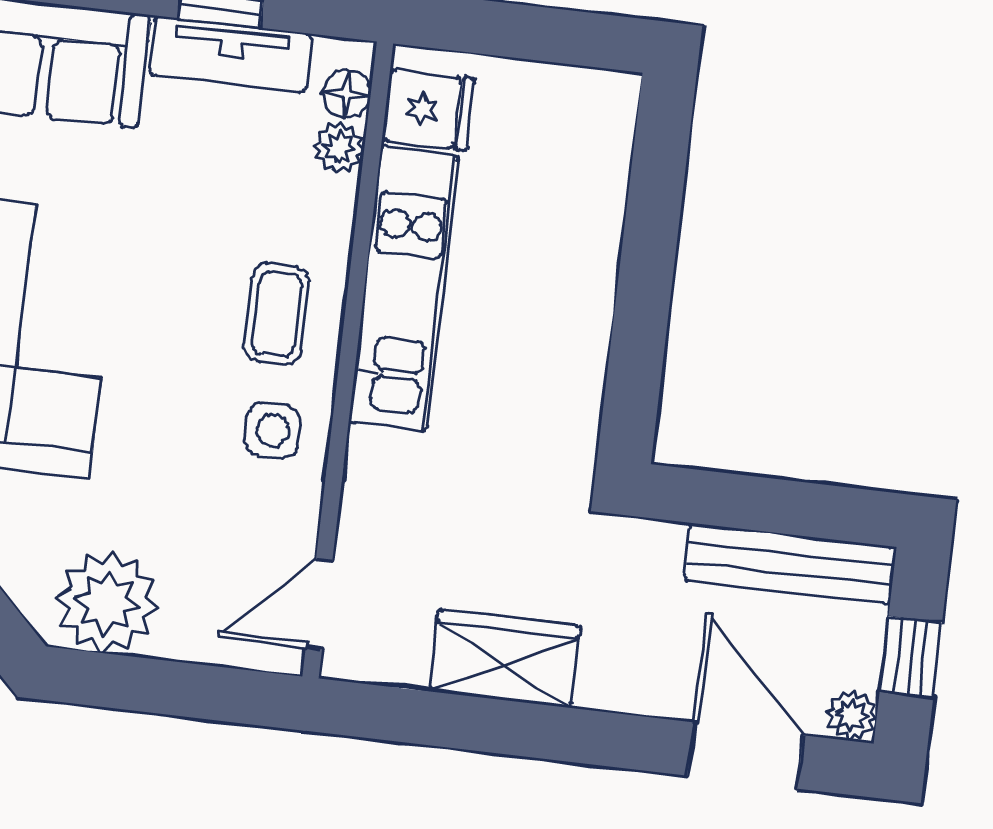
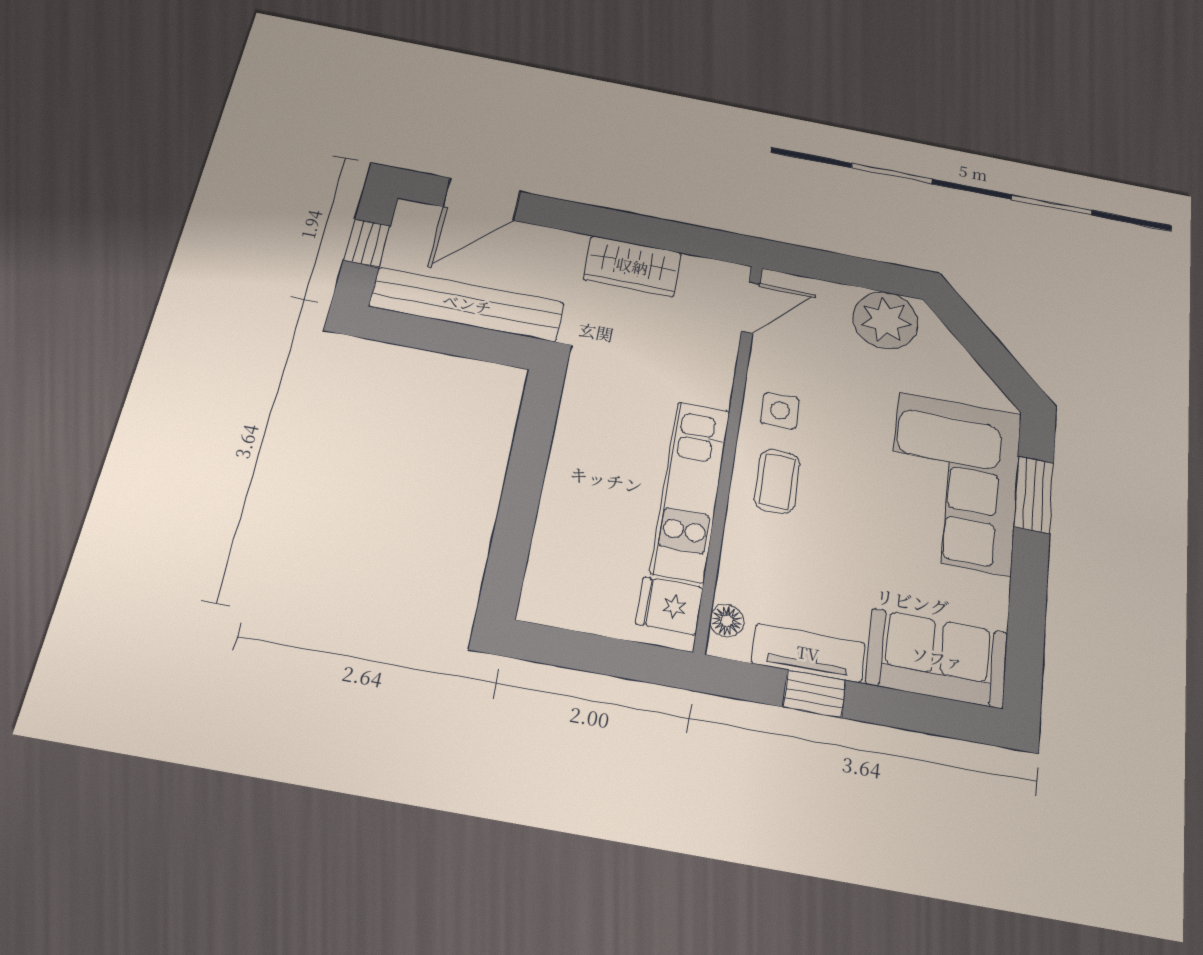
plant: (339, 148) -> (733, 585), removed
bench: (790, 564) -> (467, 304), width x1.37, depth x1.21
plant: (851, 715) -> (410, 214), removed
door: (745, 755) -> (482, 199), hinge flipped

